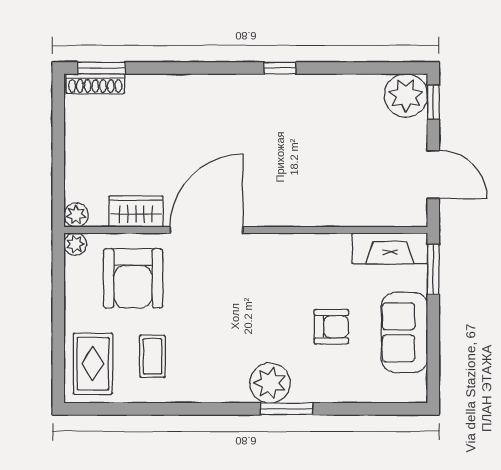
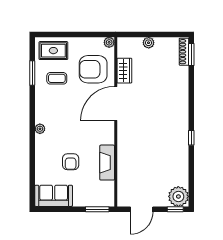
plant: (76, 215) -> (149, 43), moved
door: (206, 230) -> (116, 104), swing flipped
fireplace: (390, 248) -> (107, 163), moved
sofa: (404, 332) -> (54, 196), moved
plant: (270, 383) -> (40, 129), width x0.53, depth x0.53
window: (287, 409) -> (32, 73), moved

